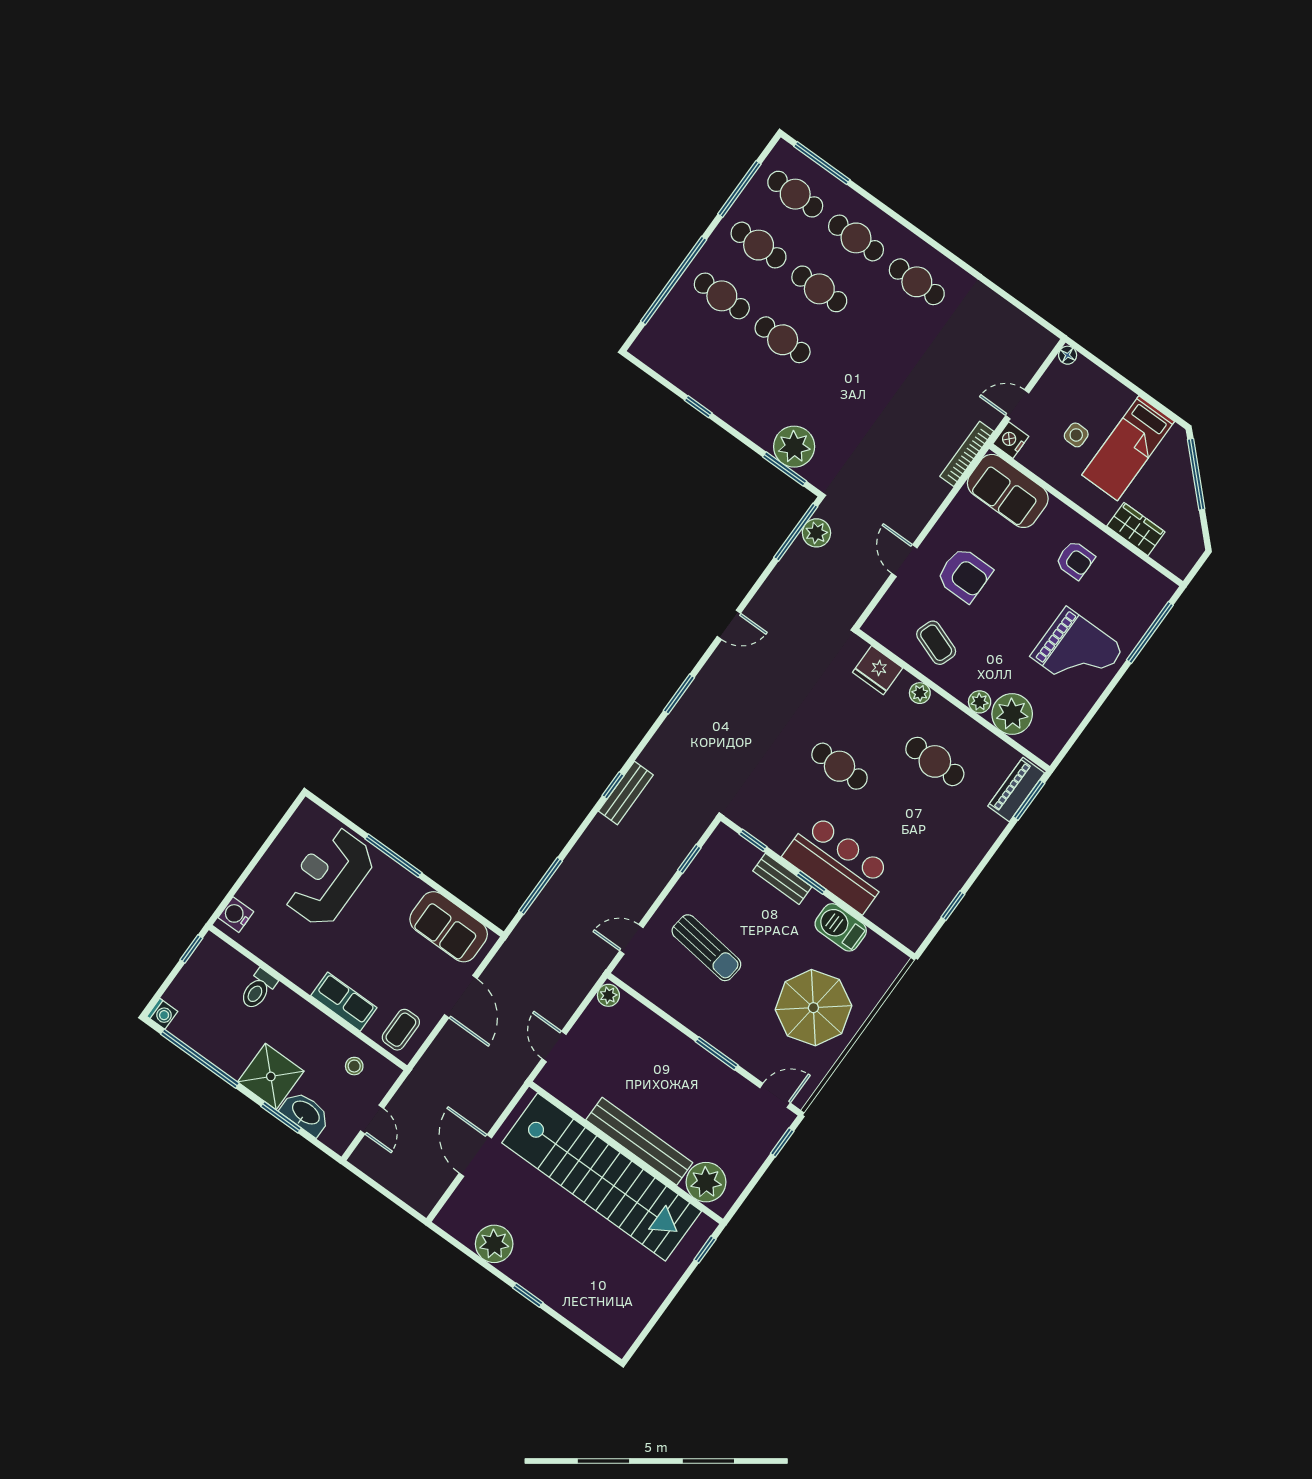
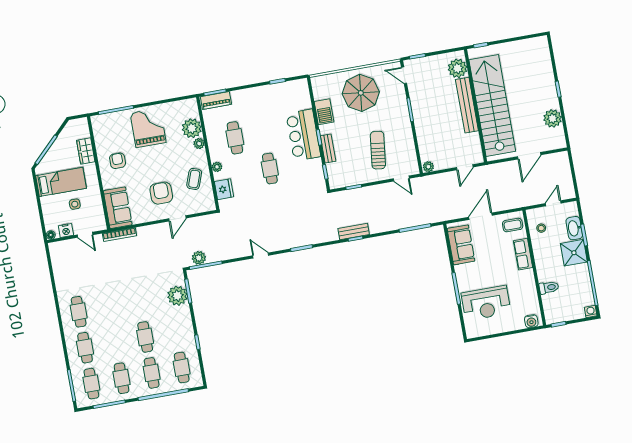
cafe table: (819, 289) -> (182, 368), moved
nightstand: (1011, 440) -> (66, 230), moved

